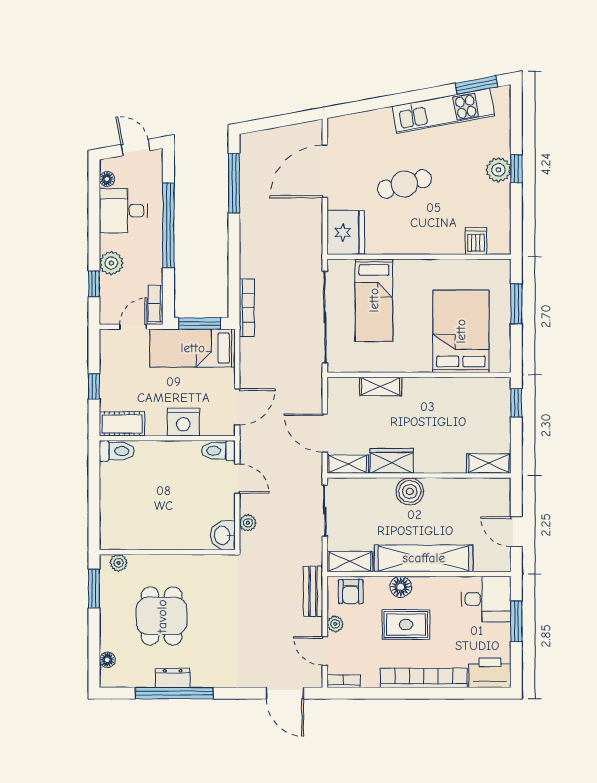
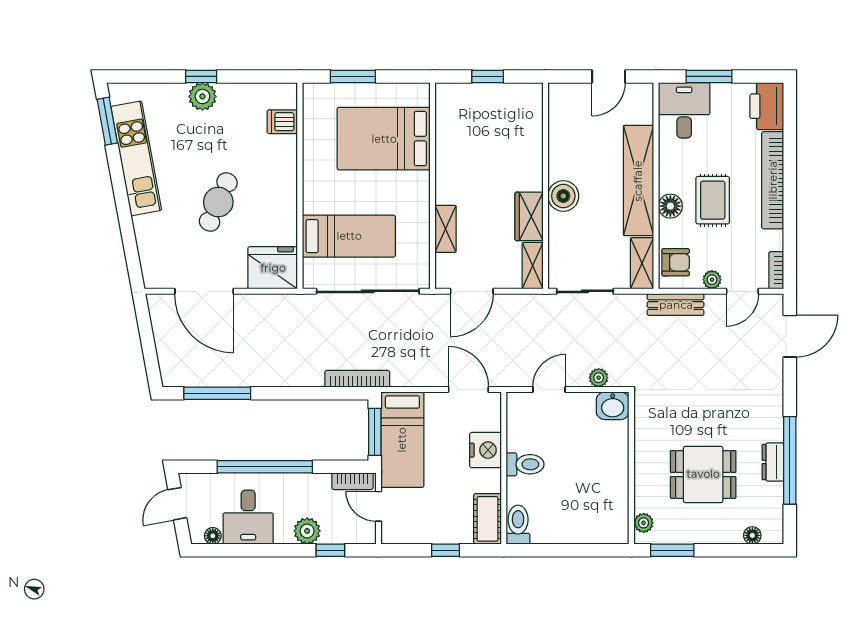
cafe table: (404, 184) -> (218, 202), turned 40
window: (516, 403) -> (488, 76), moved
door: (325, 433) -> (472, 291), moved
toilet: (218, 451) -> (525, 464), moved, turned -90
shelving: (489, 463) -> (532, 107), removed

